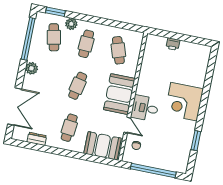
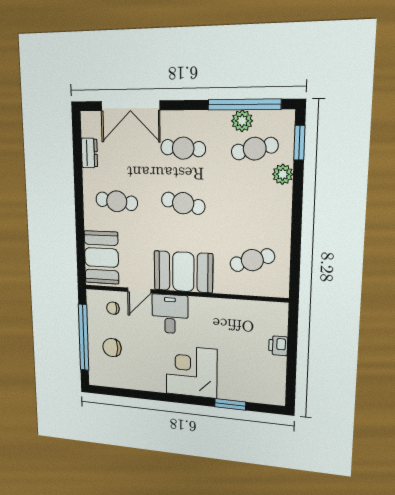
cafe table: (86, 44) -> (183, 148), moved
plant: (32, 68) -> (242, 121), moved
window: (196, 141) -> (230, 404), moved
chair: (162, 152) -> (112, 348), added

